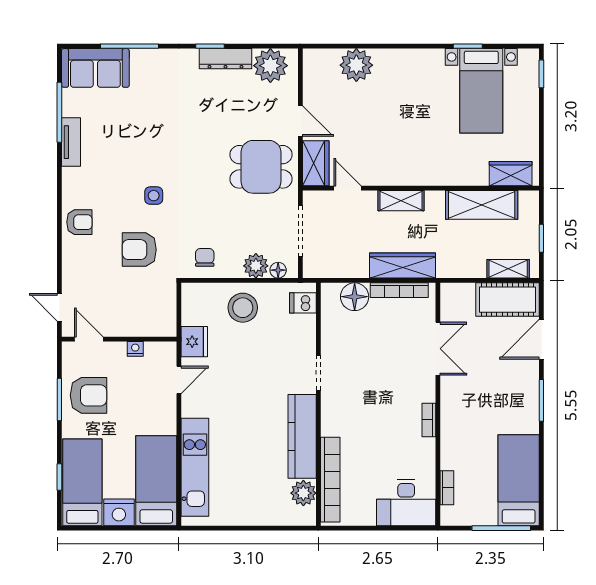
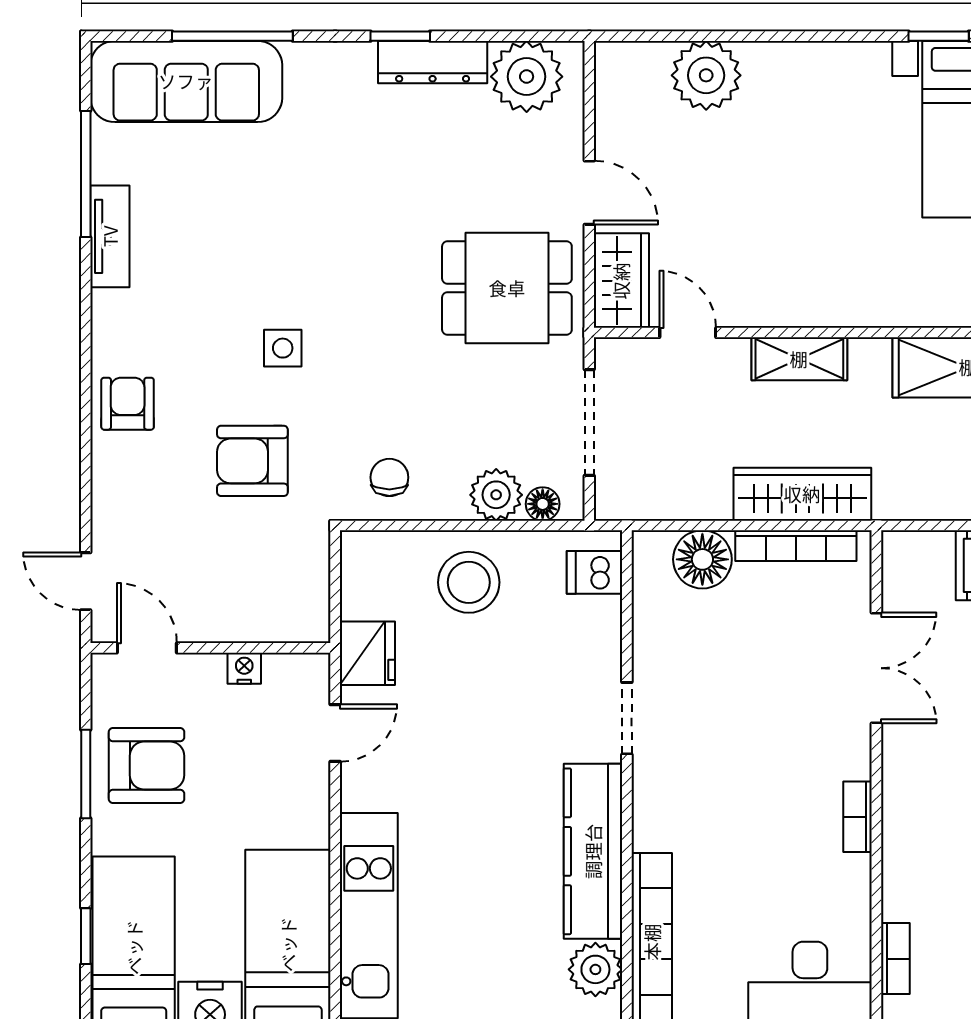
sofa: (95, 68) -> (186, 81), width x1.36
armchair: (79, 222) -> (128, 404), turned -90

